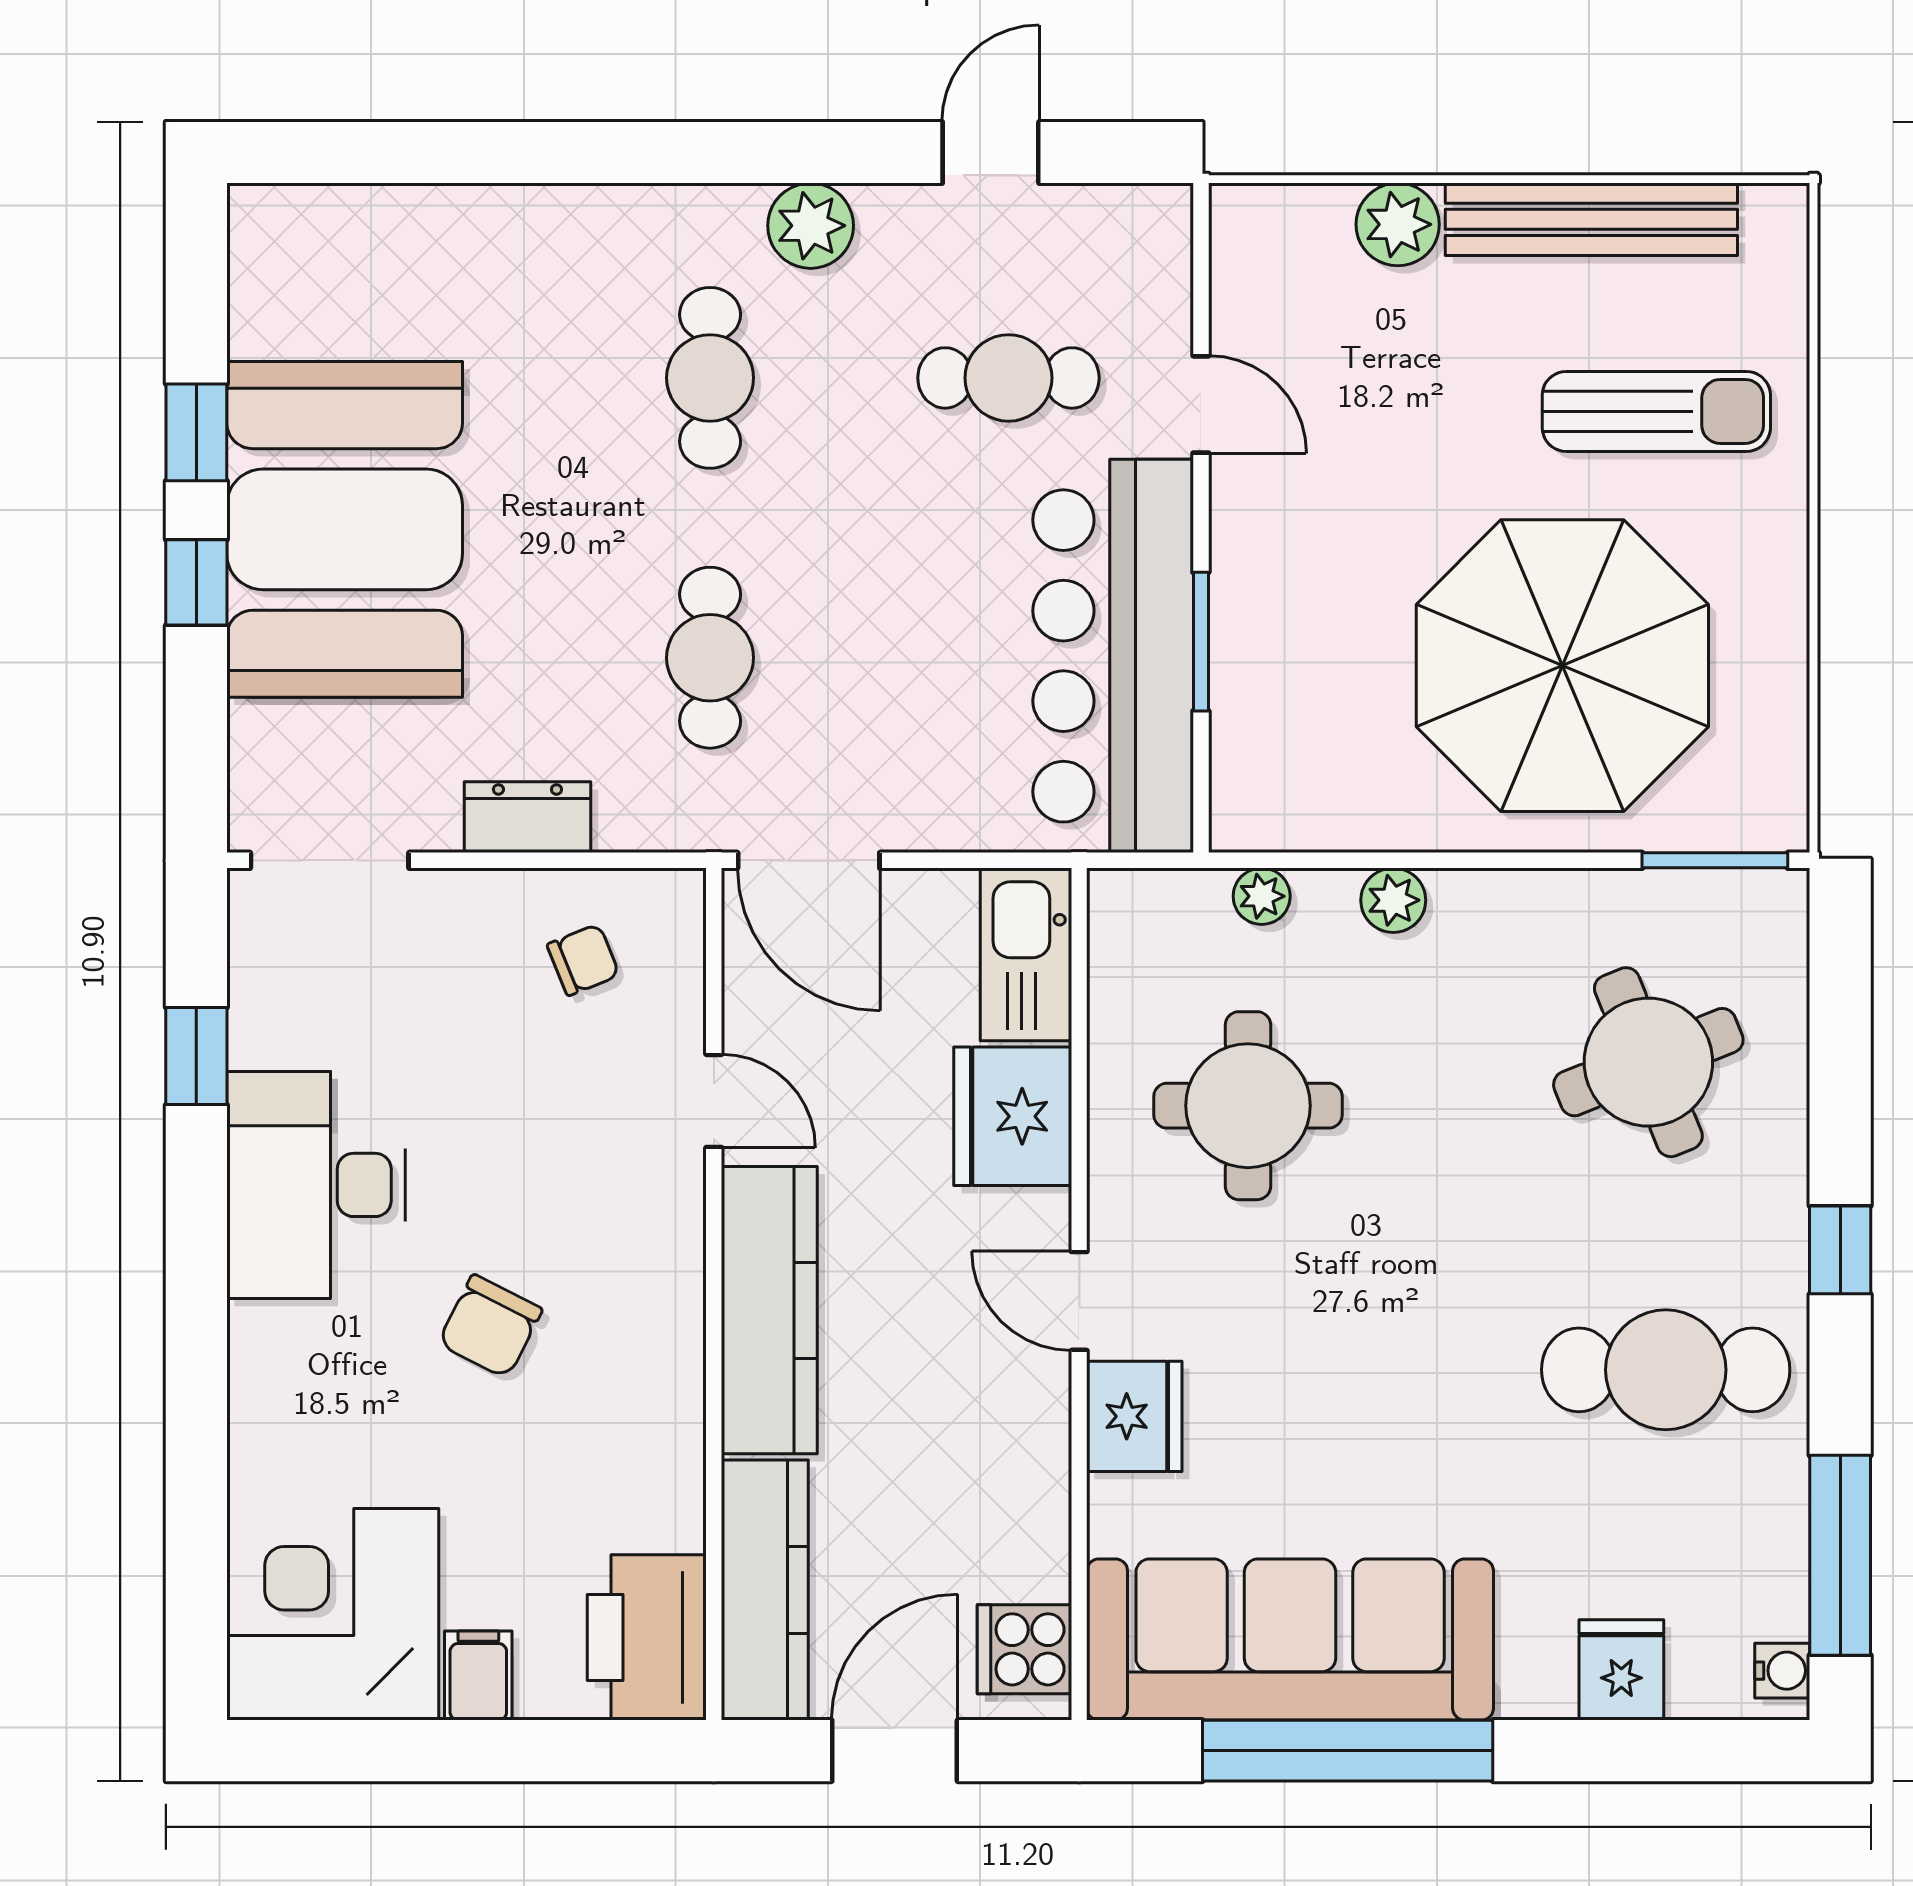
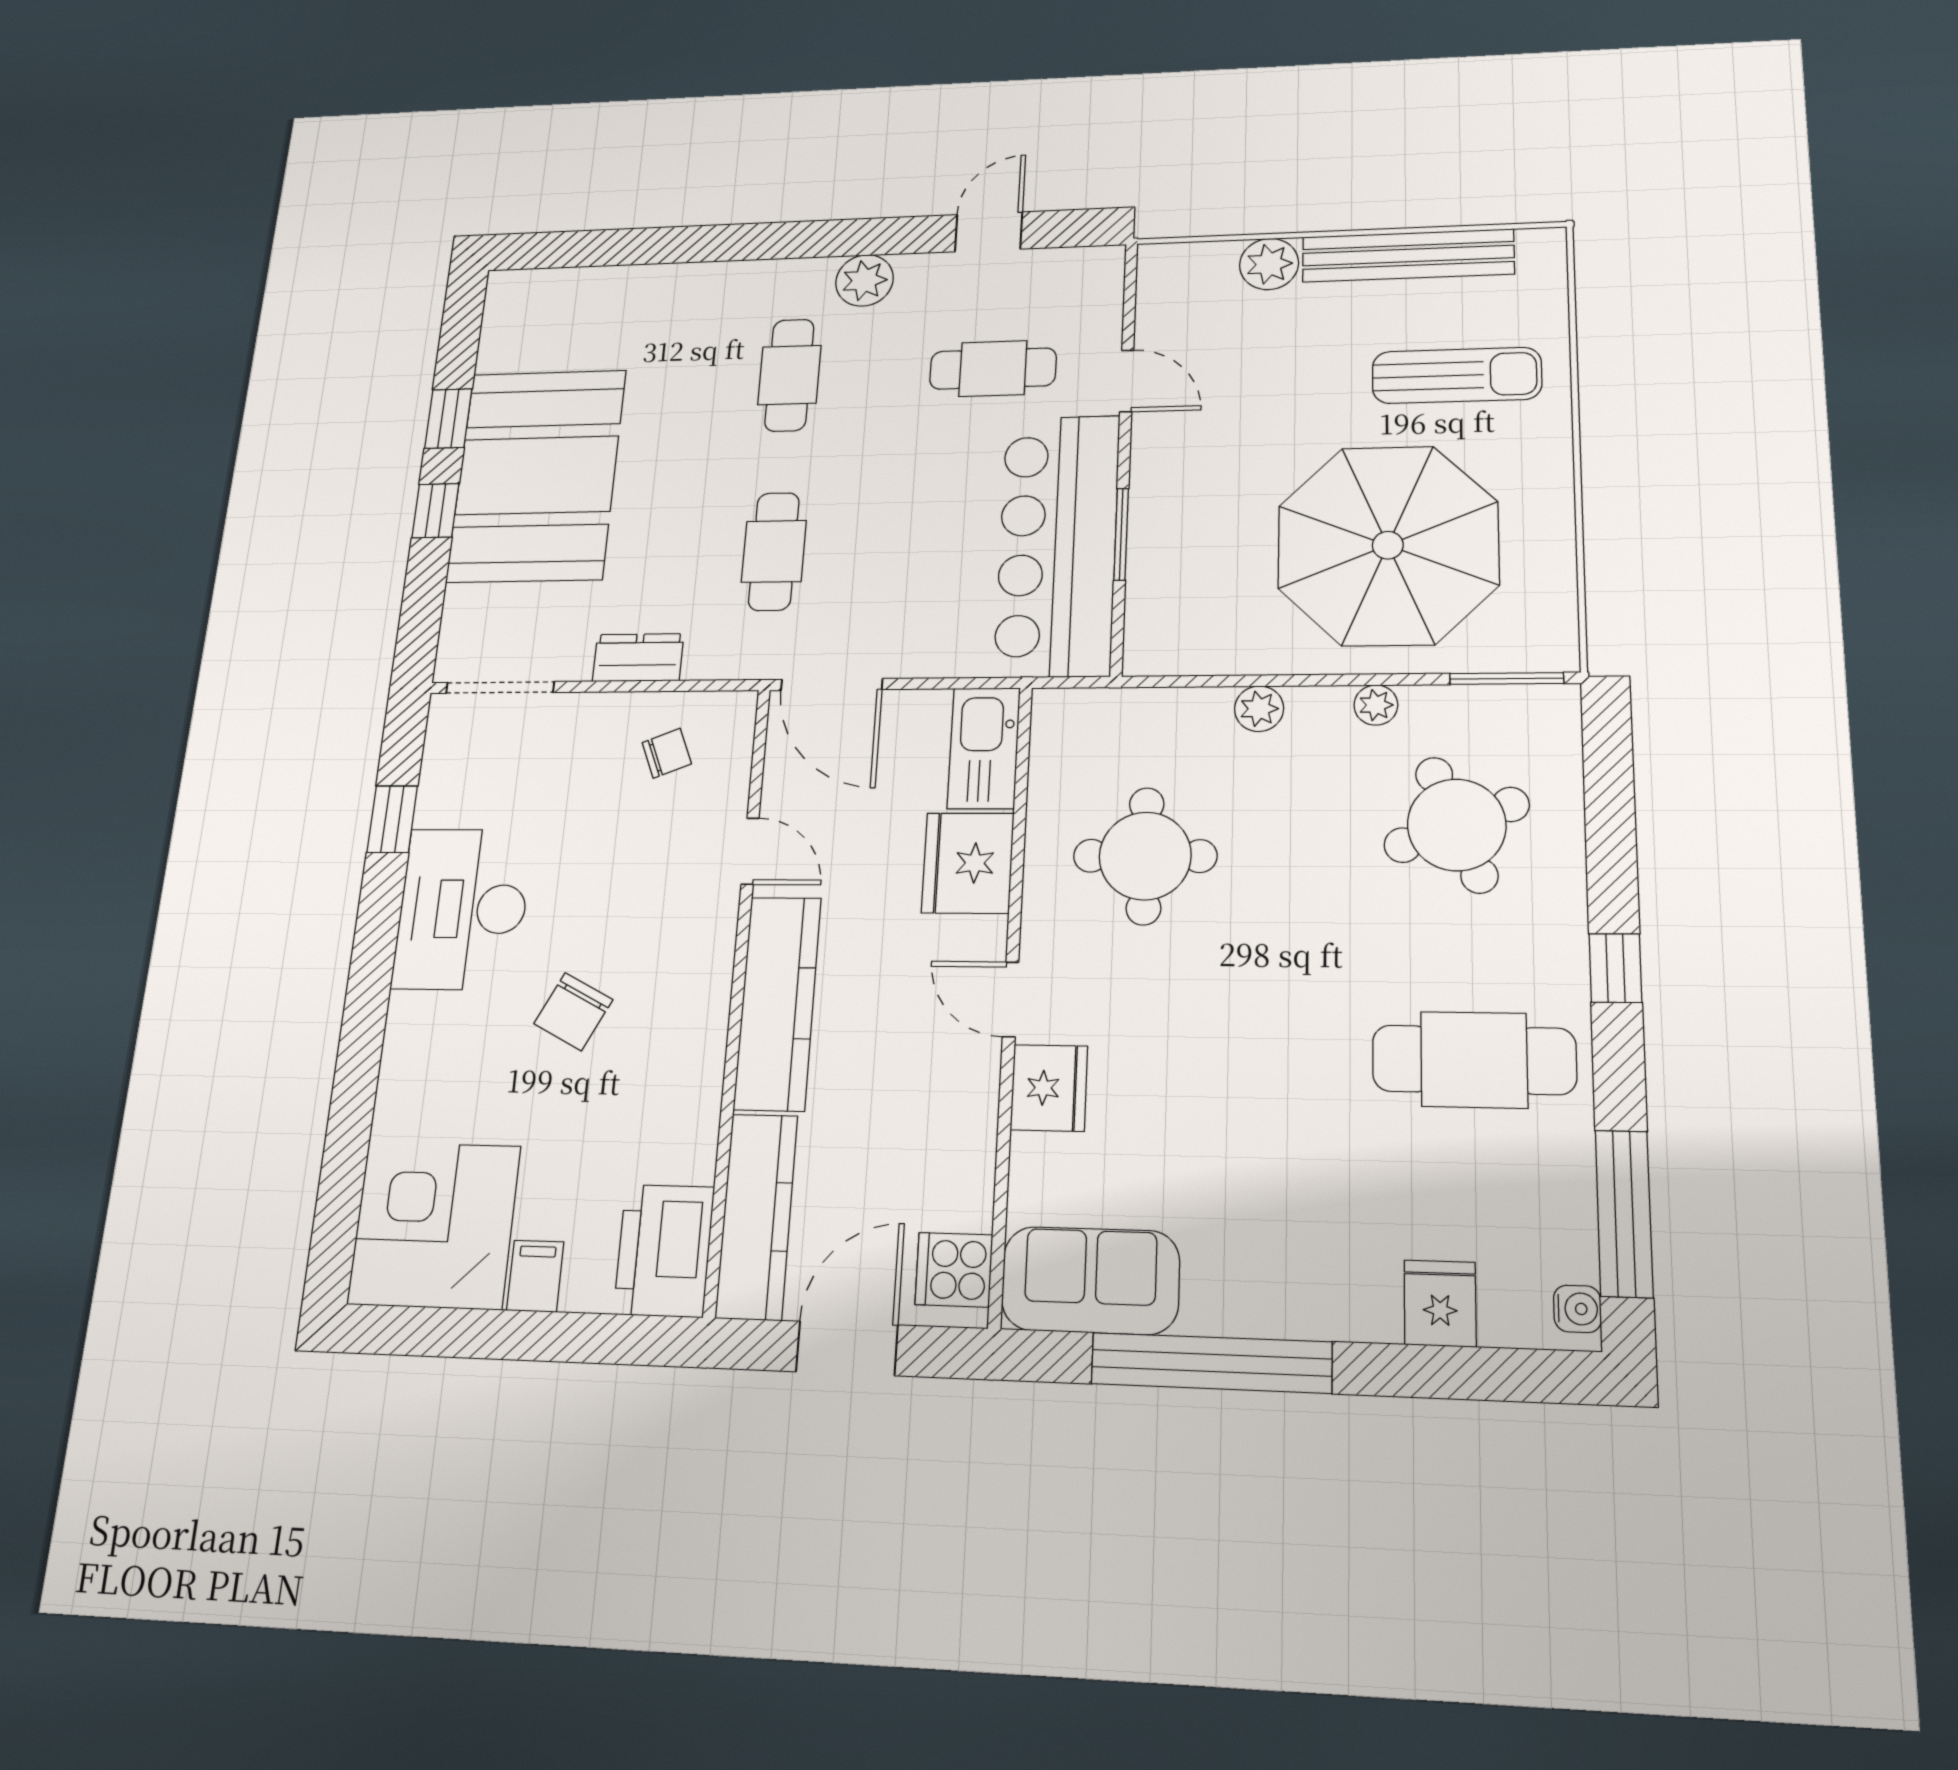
plant: (1262, 896) -> (1376, 705), moved
sofa: (1290, 1640) -> (1090, 1280), width x0.54, depth x0.79

